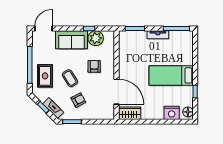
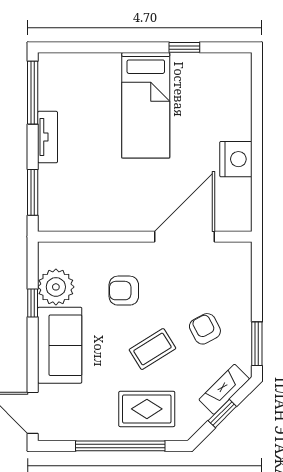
floor lamp: (188, 112) -> (234, 65), removed
wardrobe: (130, 113) -> (237, 205), removed
nightstand: (172, 113) -> (236, 159), moved

